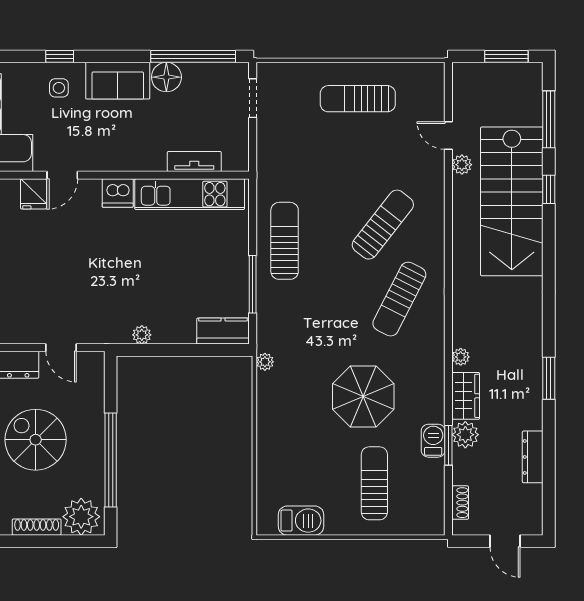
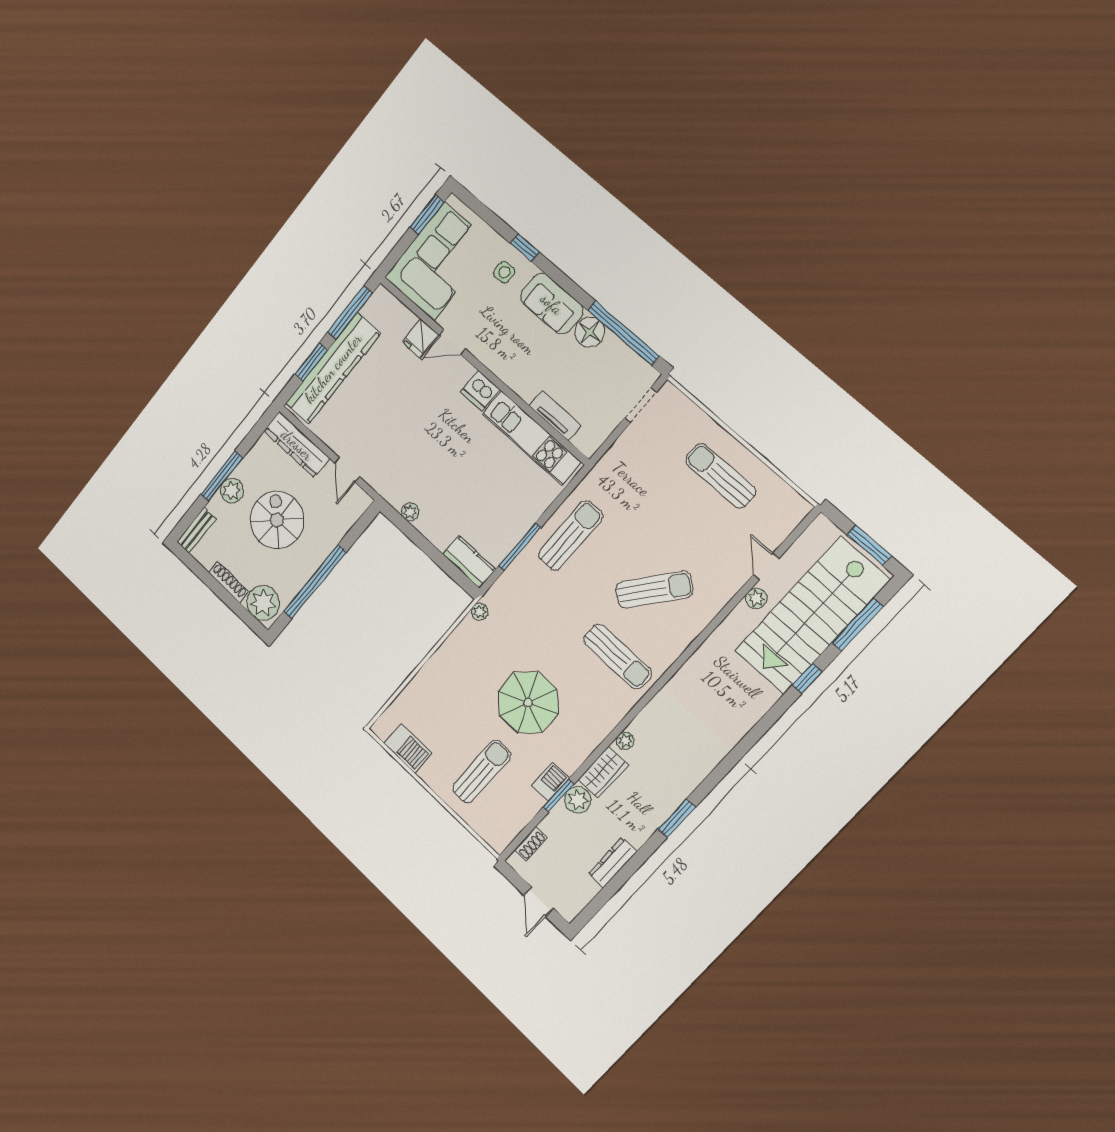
stairs: (512, 201) -> (812, 616), moved
sun lounger: (399, 299) -> (617, 656), turned -117

